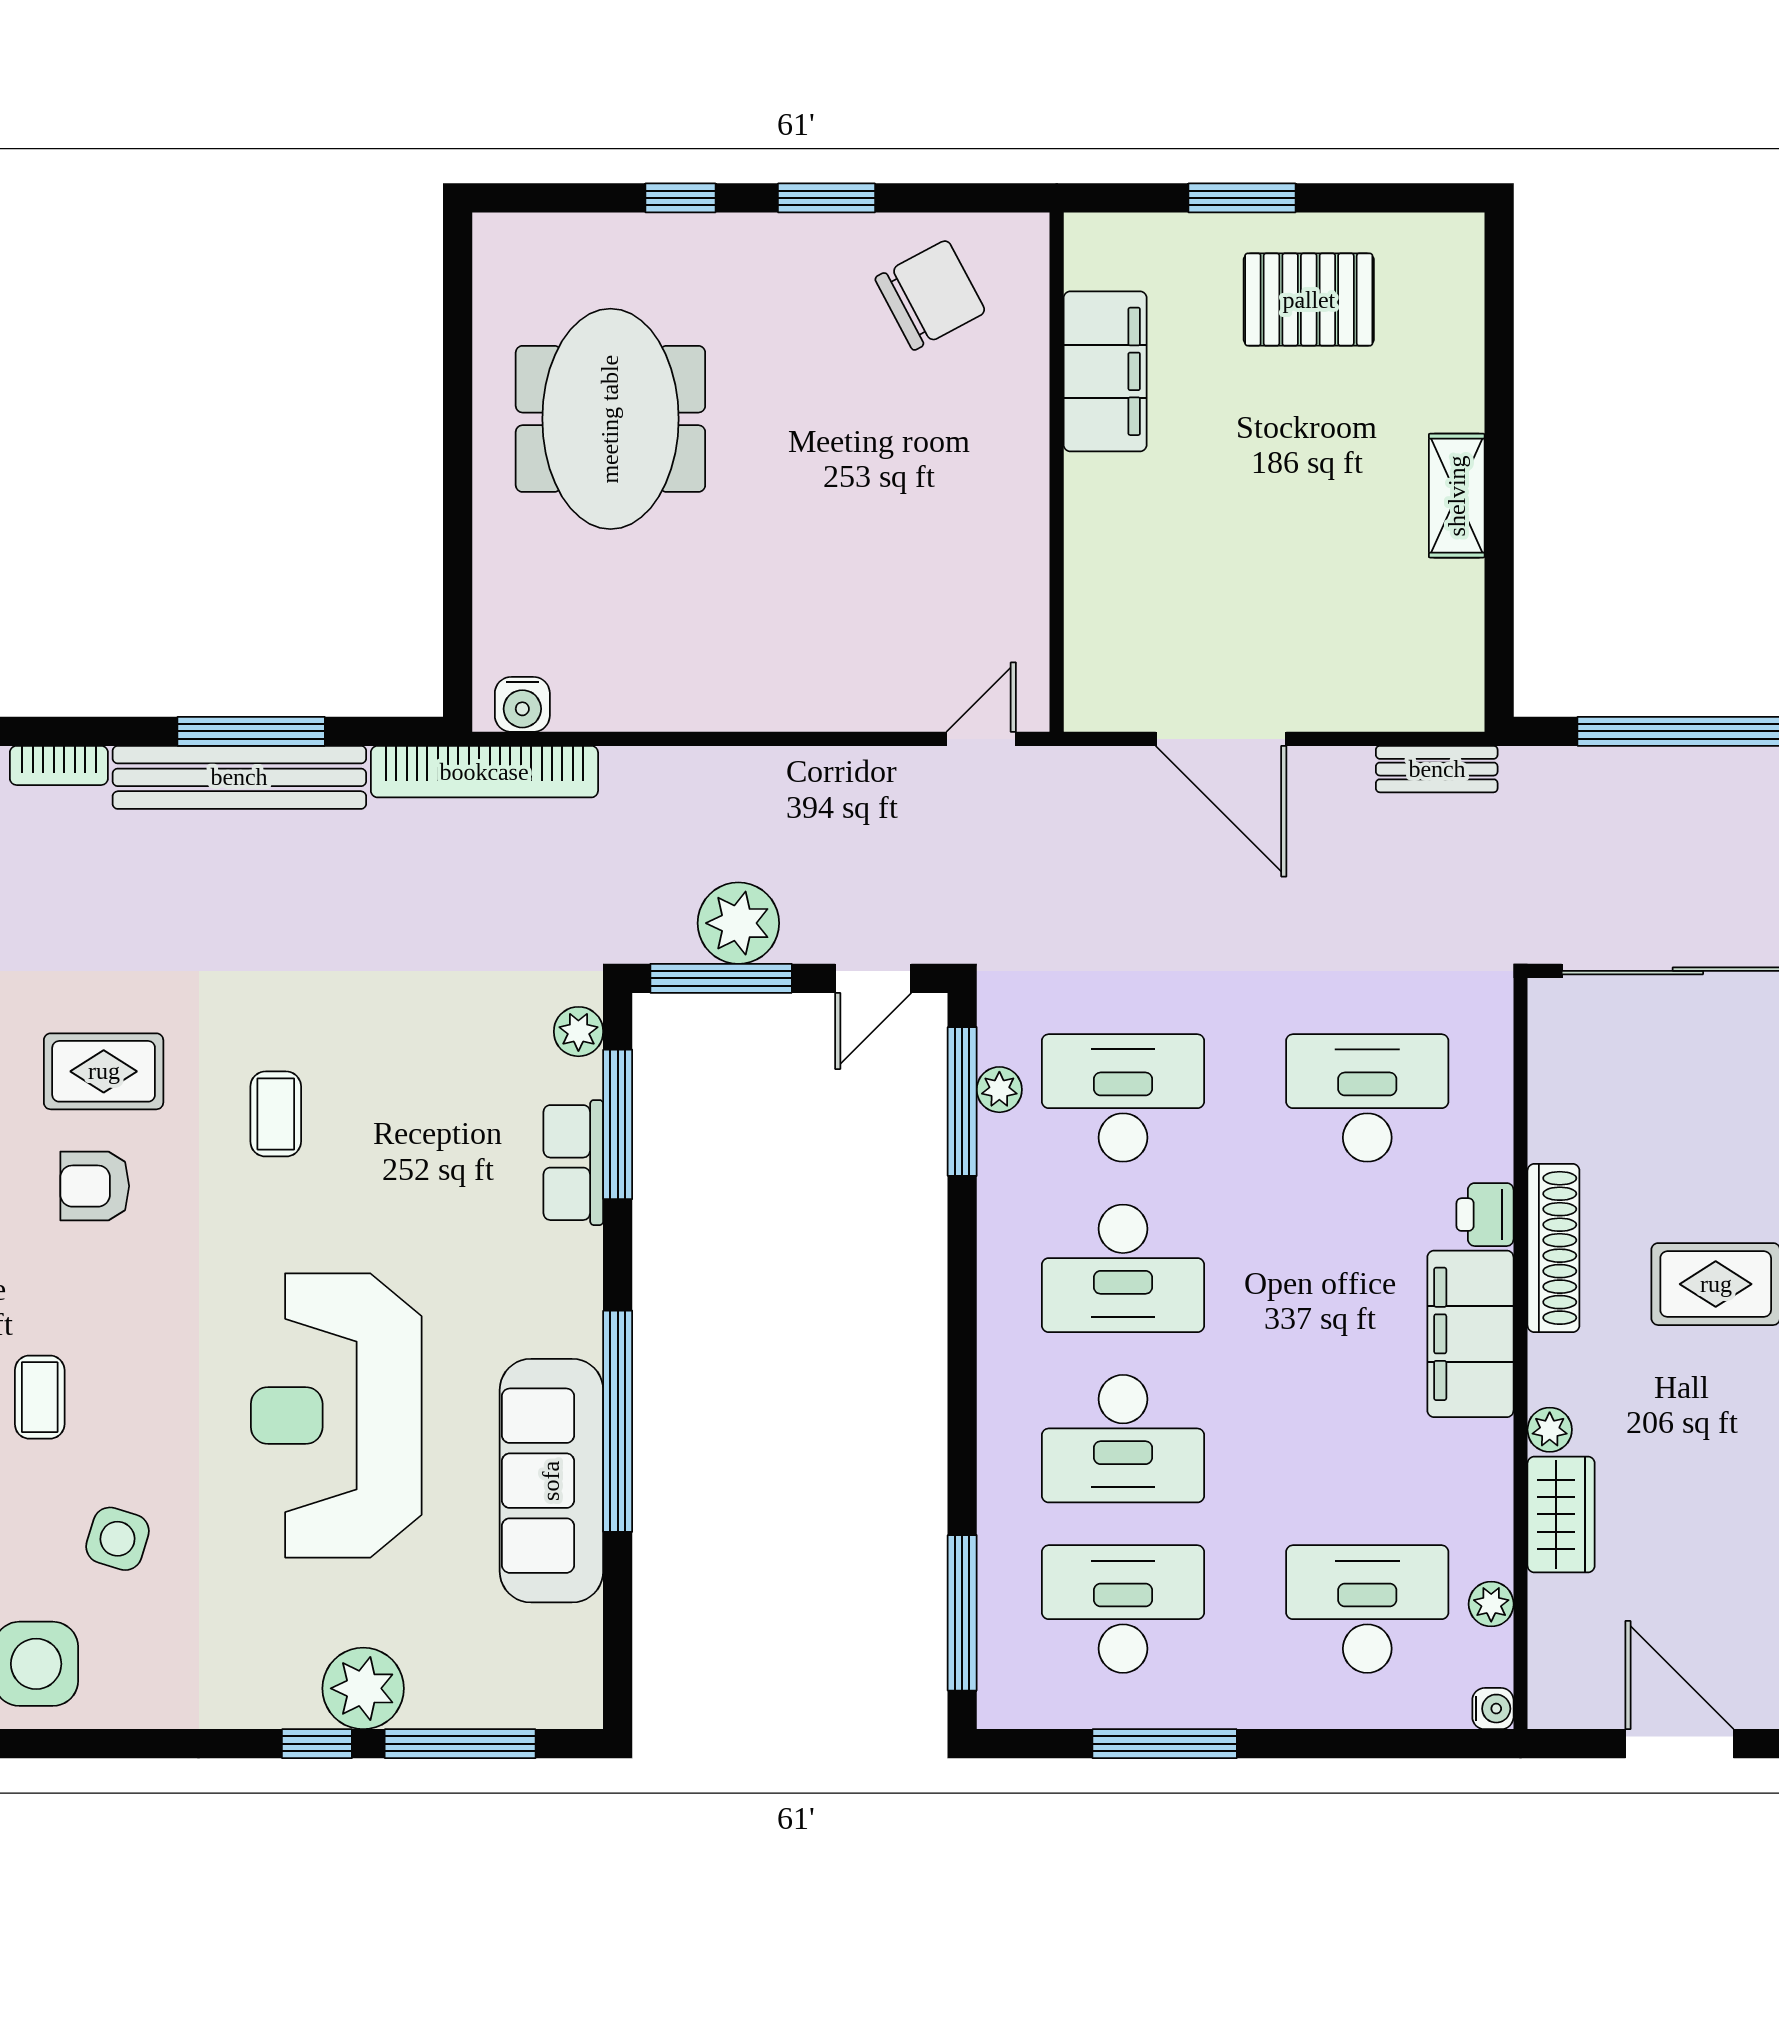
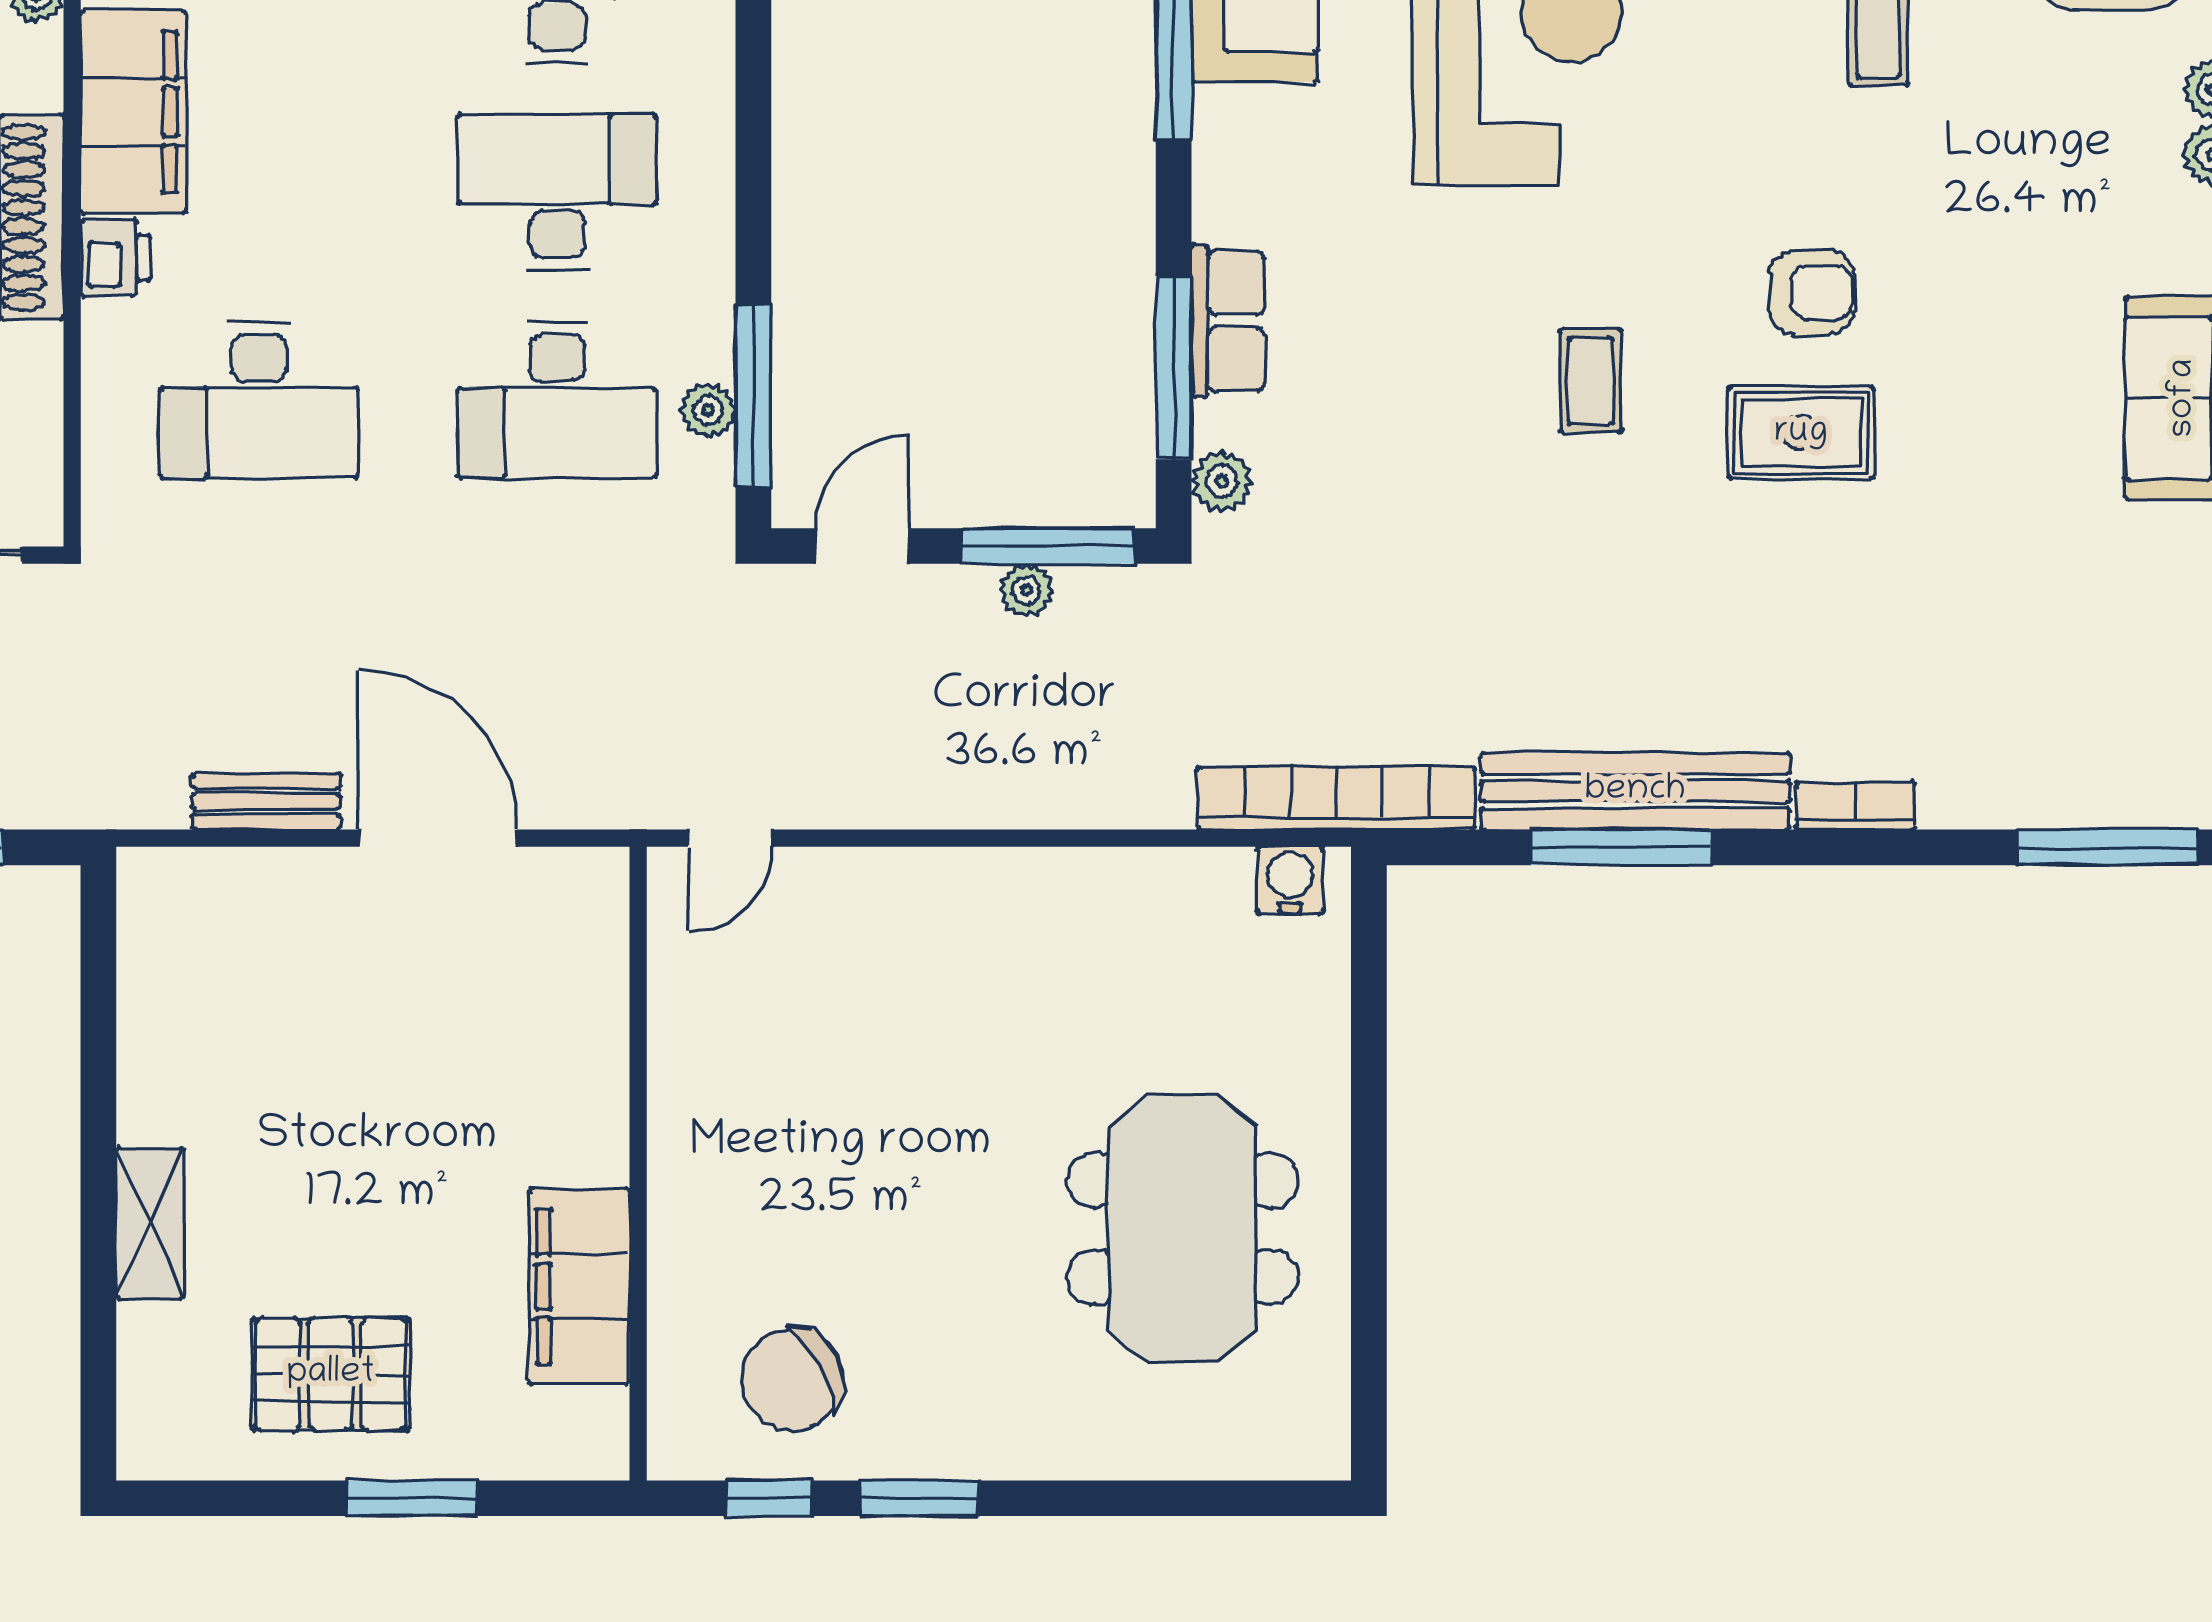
window: (680, 198) -> (769, 1498), moved
shelving: (1457, 496) -> (150, 1223), moved
bench: (1437, 769) -> (266, 801), moved
plant: (738, 923) -> (1026, 590), width x0.53, depth x0.53

